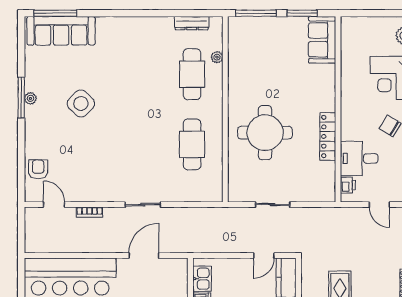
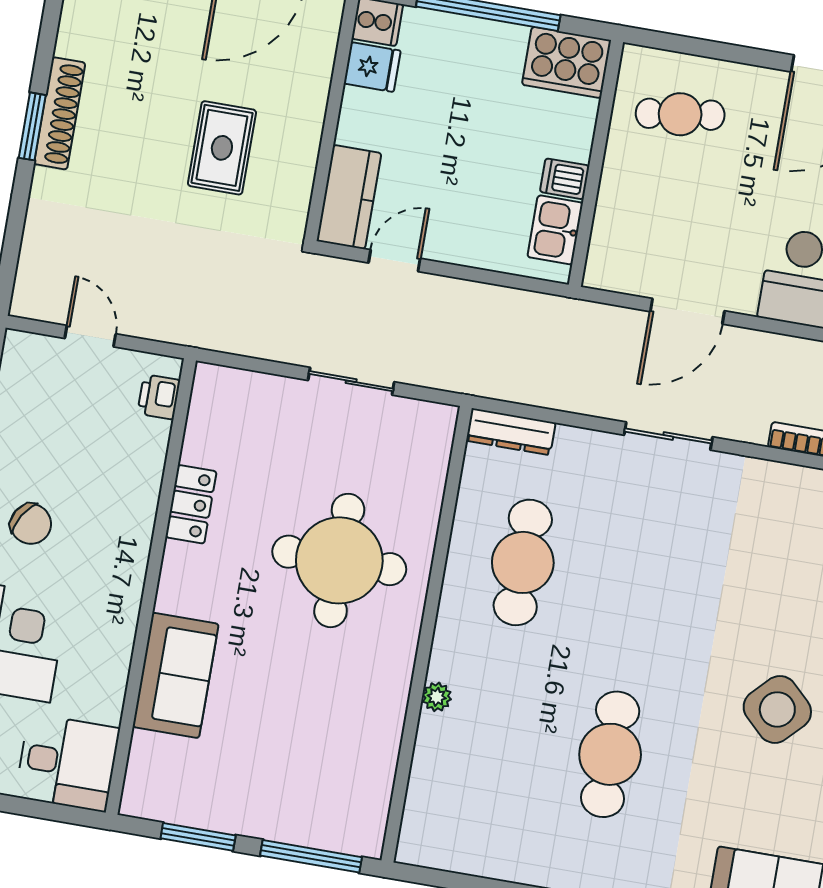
dresser: (192, 23) -> (511, 432), moved, turned 180
sofa: (322, 40) -> (176, 675), moved
plant: (217, 57) -> (437, 697), moved
cafe table: (192, 74) -> (610, 754), moved
locker: (328, 136) -> (191, 504), width x0.66
desk: (359, 158) -> (67, 763), moved

